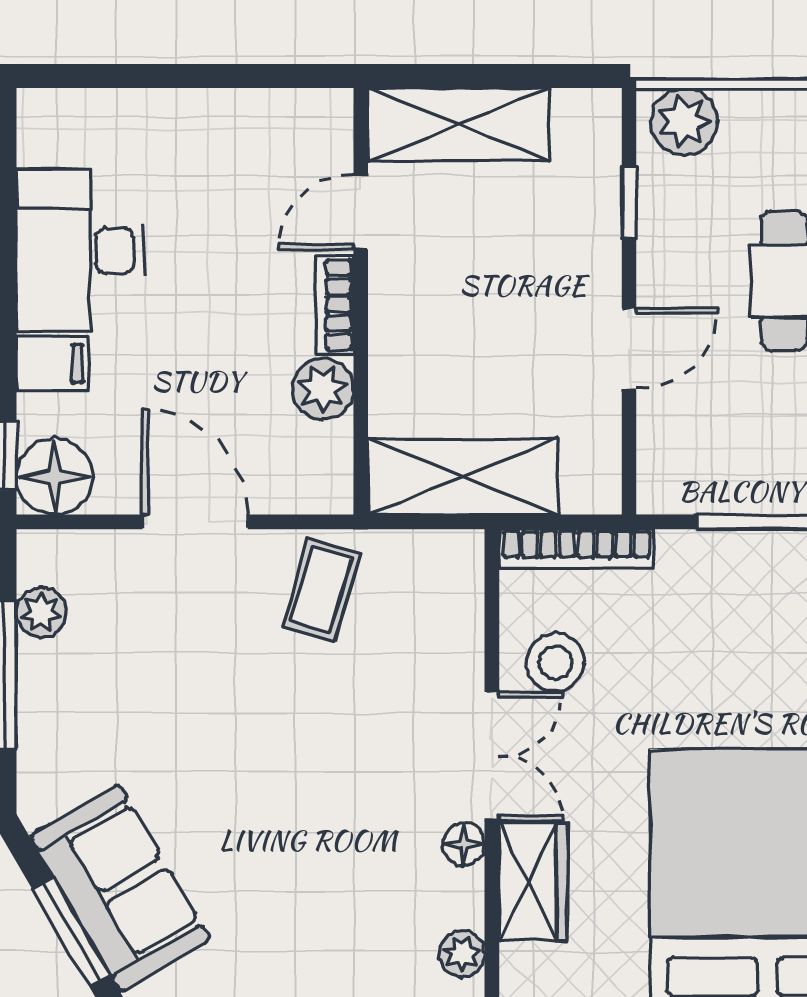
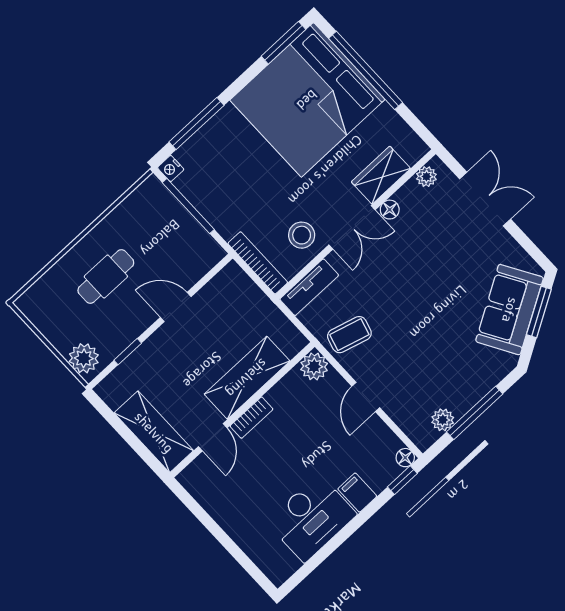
door: (361, 212) -> (213, 437), hinge flipped
plant: (323, 389) -> (314, 366), moved
floor lamp: (55, 476) -> (405, 458), width x0.53, depth x0.53
shelving: (463, 477) -> (247, 378), moved, turned 90
door: (195, 522) -> (366, 397), width x0.73
tv unit: (459, 596) -> (309, 287), added
double door: (492, 756) -> (352, 227), swing flipped

